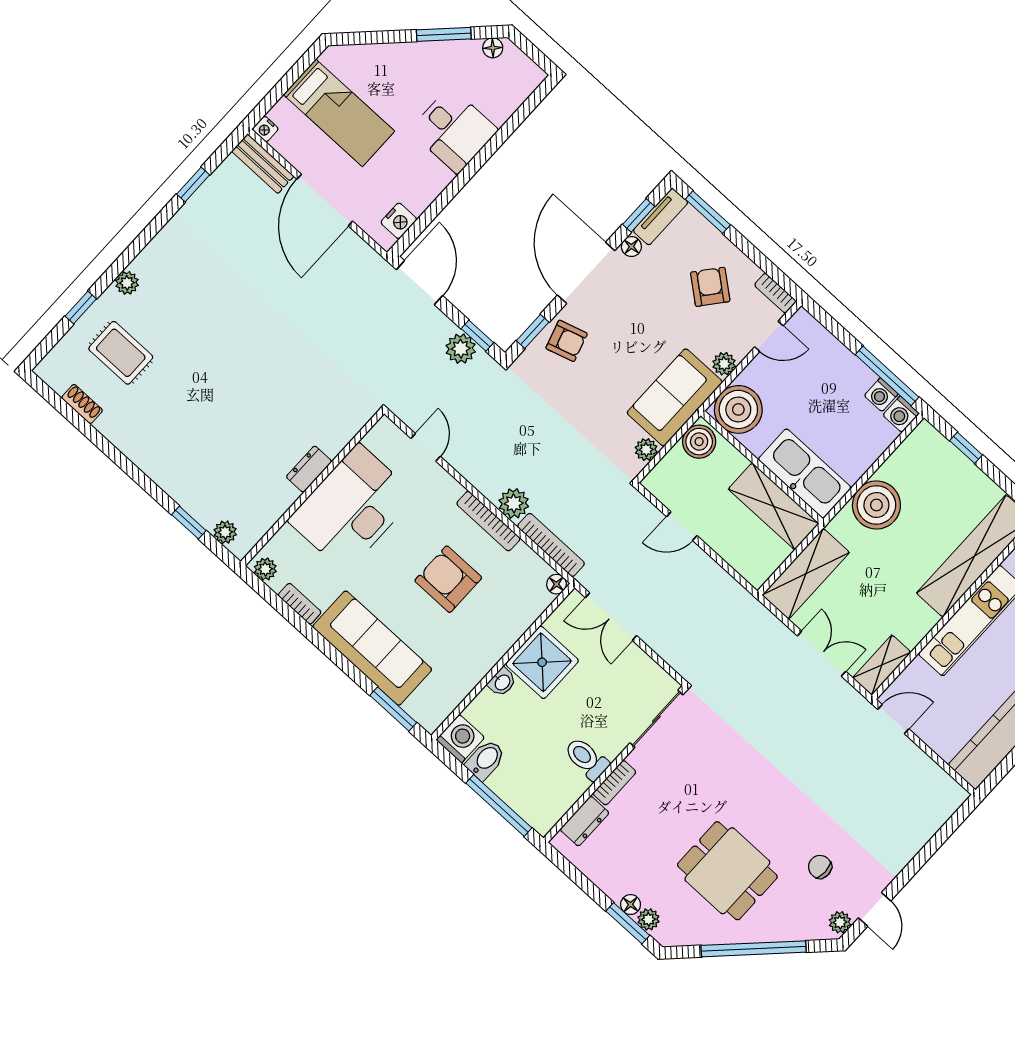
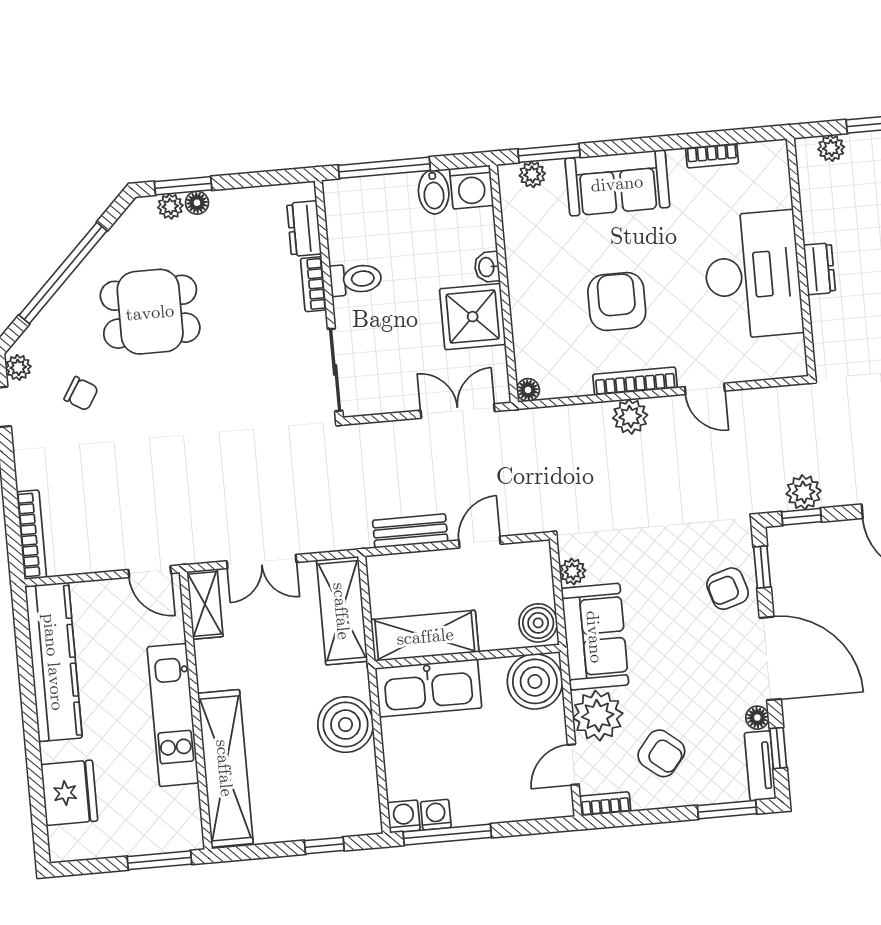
plant: (724, 364) -> (598, 716), width x1.88, depth x1.88
door: (426, 447) -> (705, 389), moved
bookcase: (551, 545) -> (32, 535), moved, turned -90
plant: (265, 569) -> (532, 174), moved
bench: (715, 577) -> (410, 531), added
armchair: (448, 579) -> (617, 302), turned -90
sofa: (372, 648) -> (617, 183), width x0.73
door: (893, 719) -> (150, 572), hinge flipped
chair: (820, 867) -> (81, 394), turned 32

